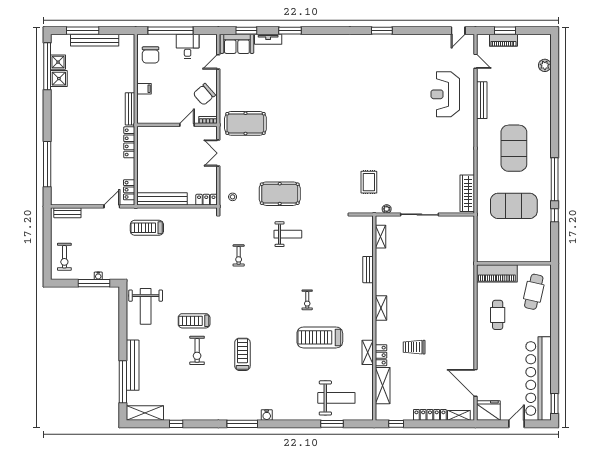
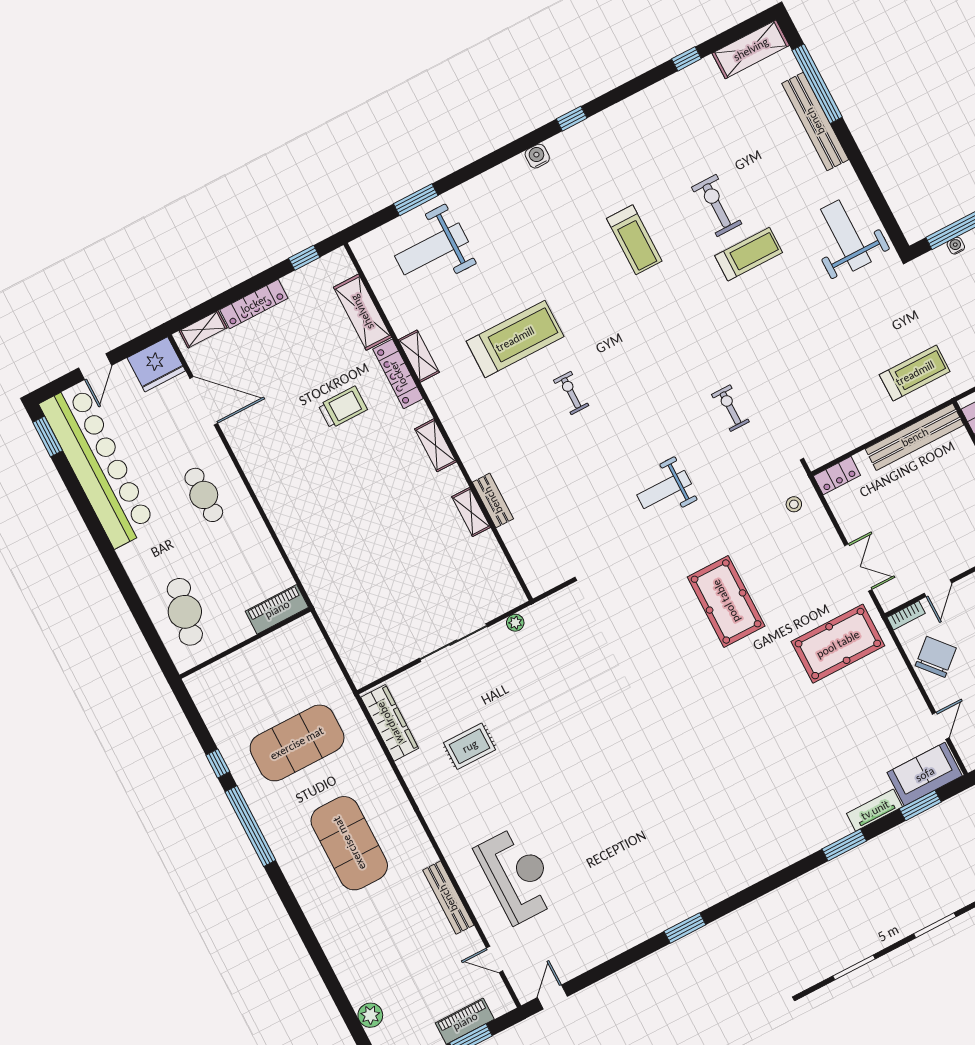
rug: (369, 182) -> (470, 746), moved, turned 90
pool table: (280, 194) -> (726, 601), moved, turned 90
shelving: (381, 237) -> (471, 512), moved
piano: (497, 273) -> (277, 609), width x0.73, depth x0.75
cafe table: (498, 315) -> (204, 495), moved
locker: (381, 355) -> (398, 374), width x1.53
window: (242, 424) -> (572, 119), width x0.46

